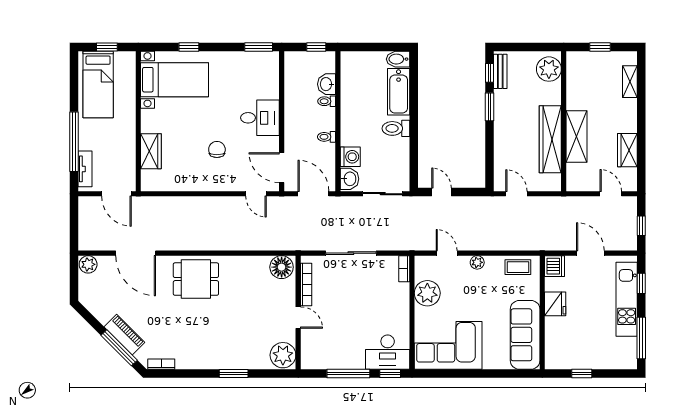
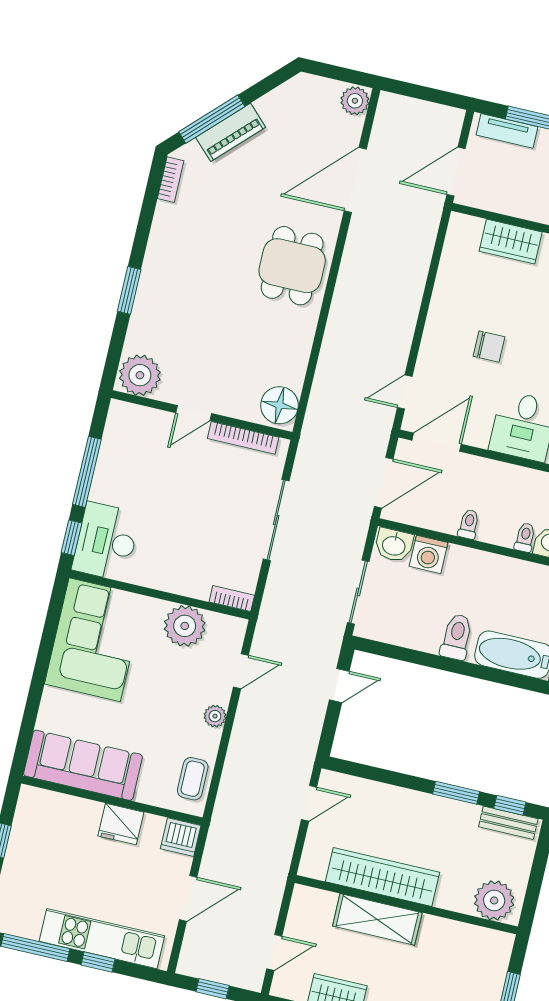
window: (641, 283) -> (98, 962), moved

